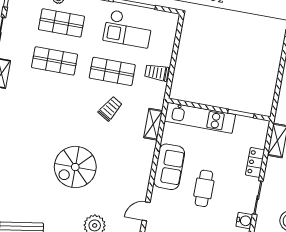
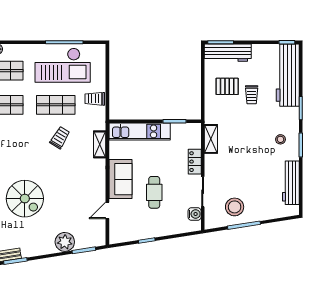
checkout: (128, 29) -> (63, 65), width x1.36, depth x1.21
spiral stairs: (75, 167) -> (25, 199), moved, turned -90
door: (146, 211) -> (107, 210), moved

